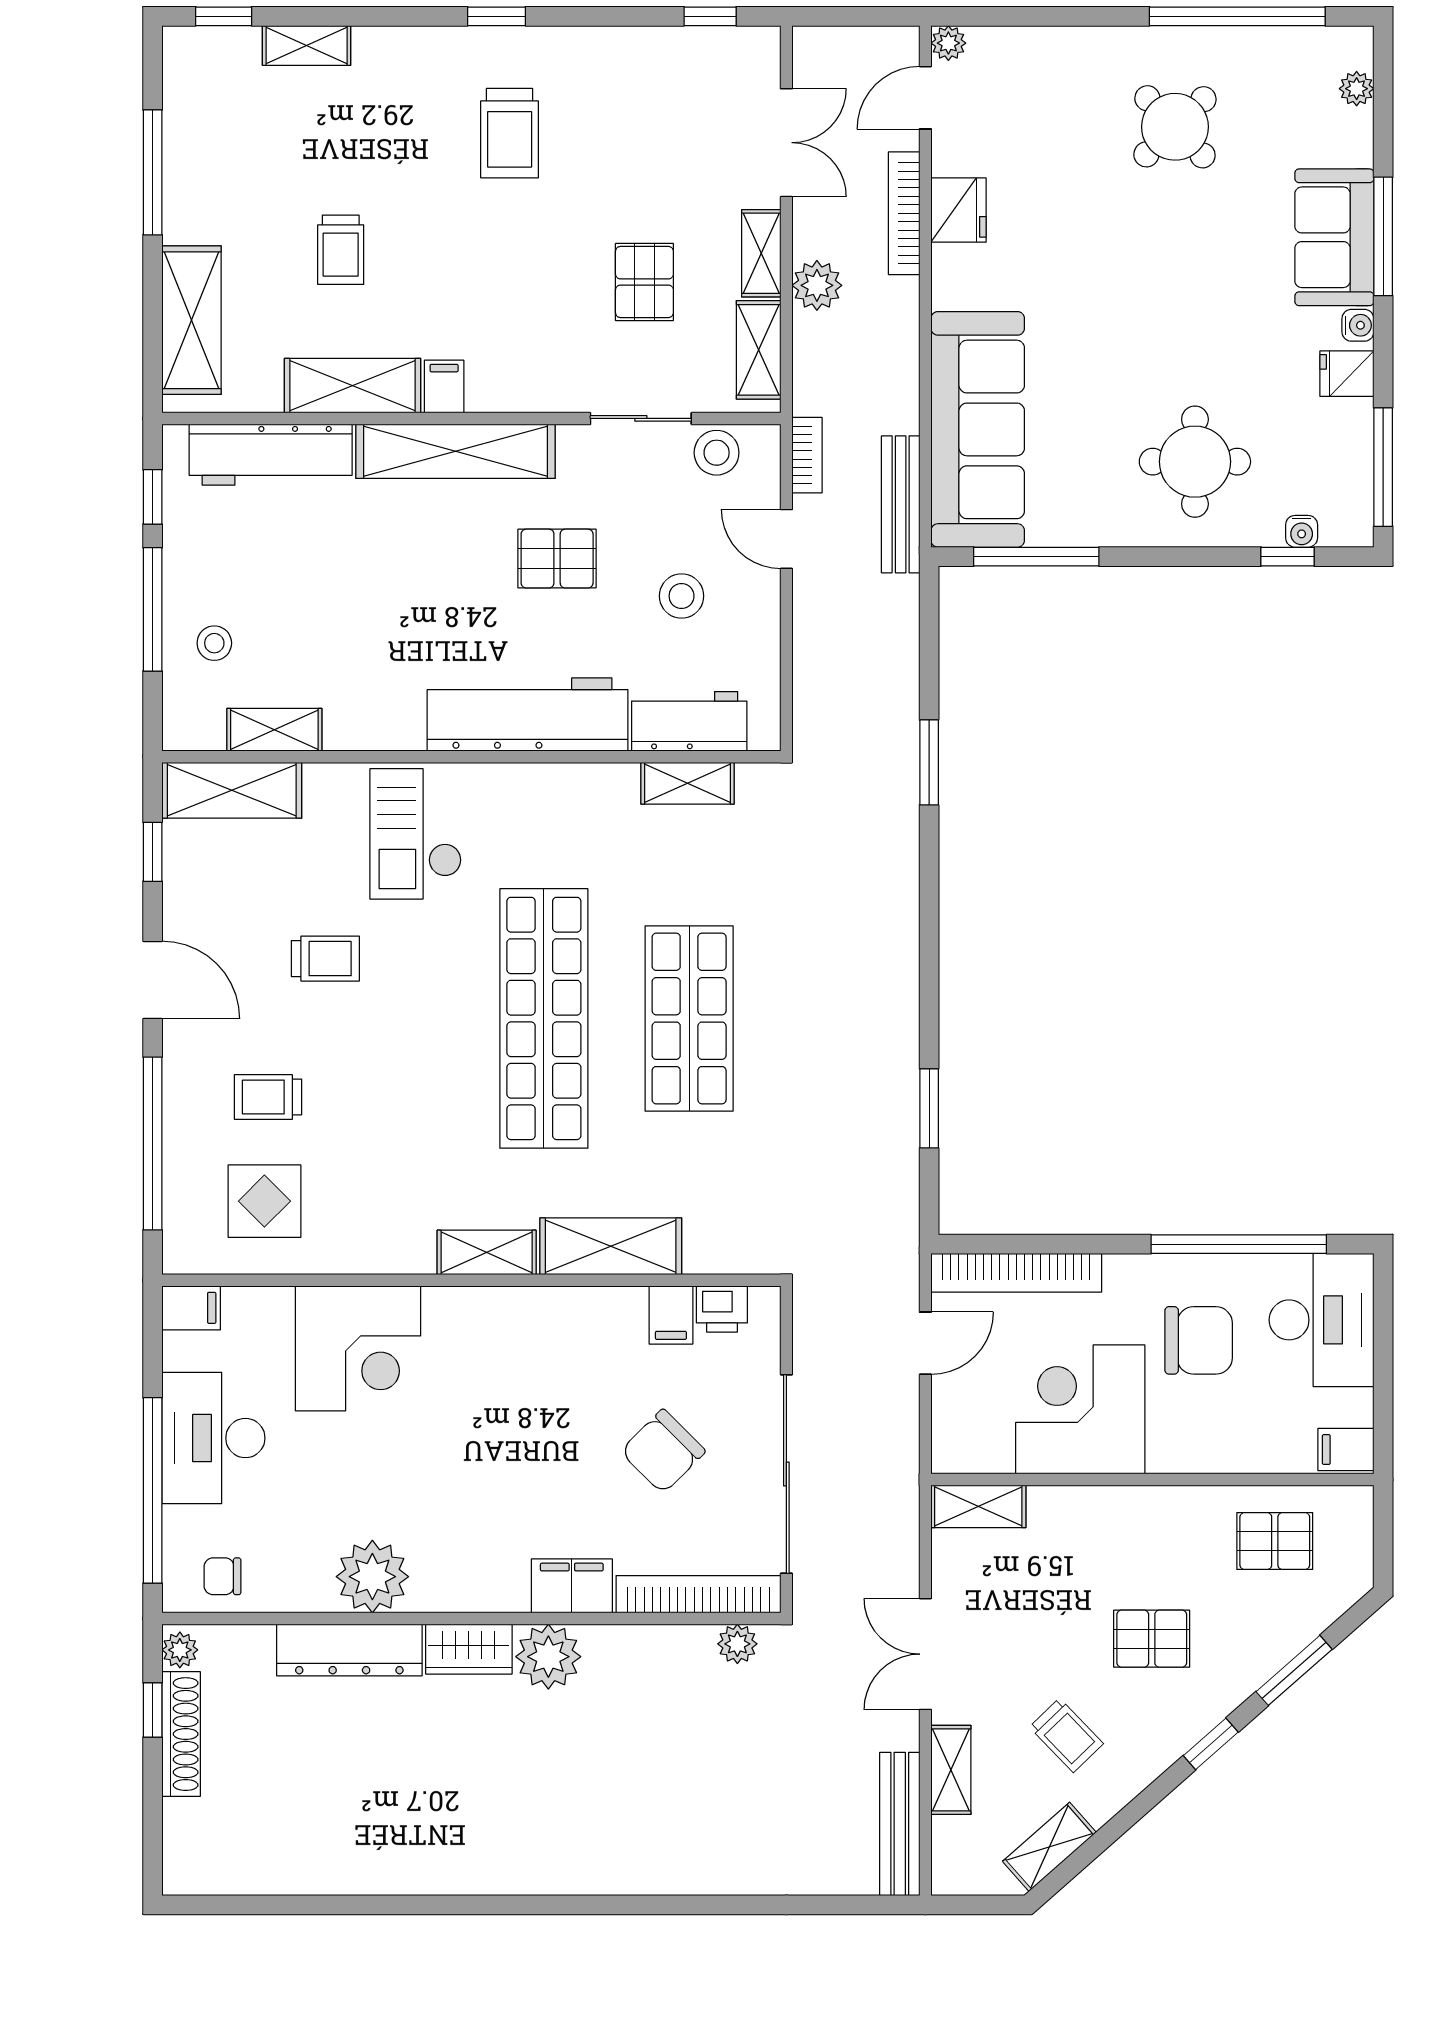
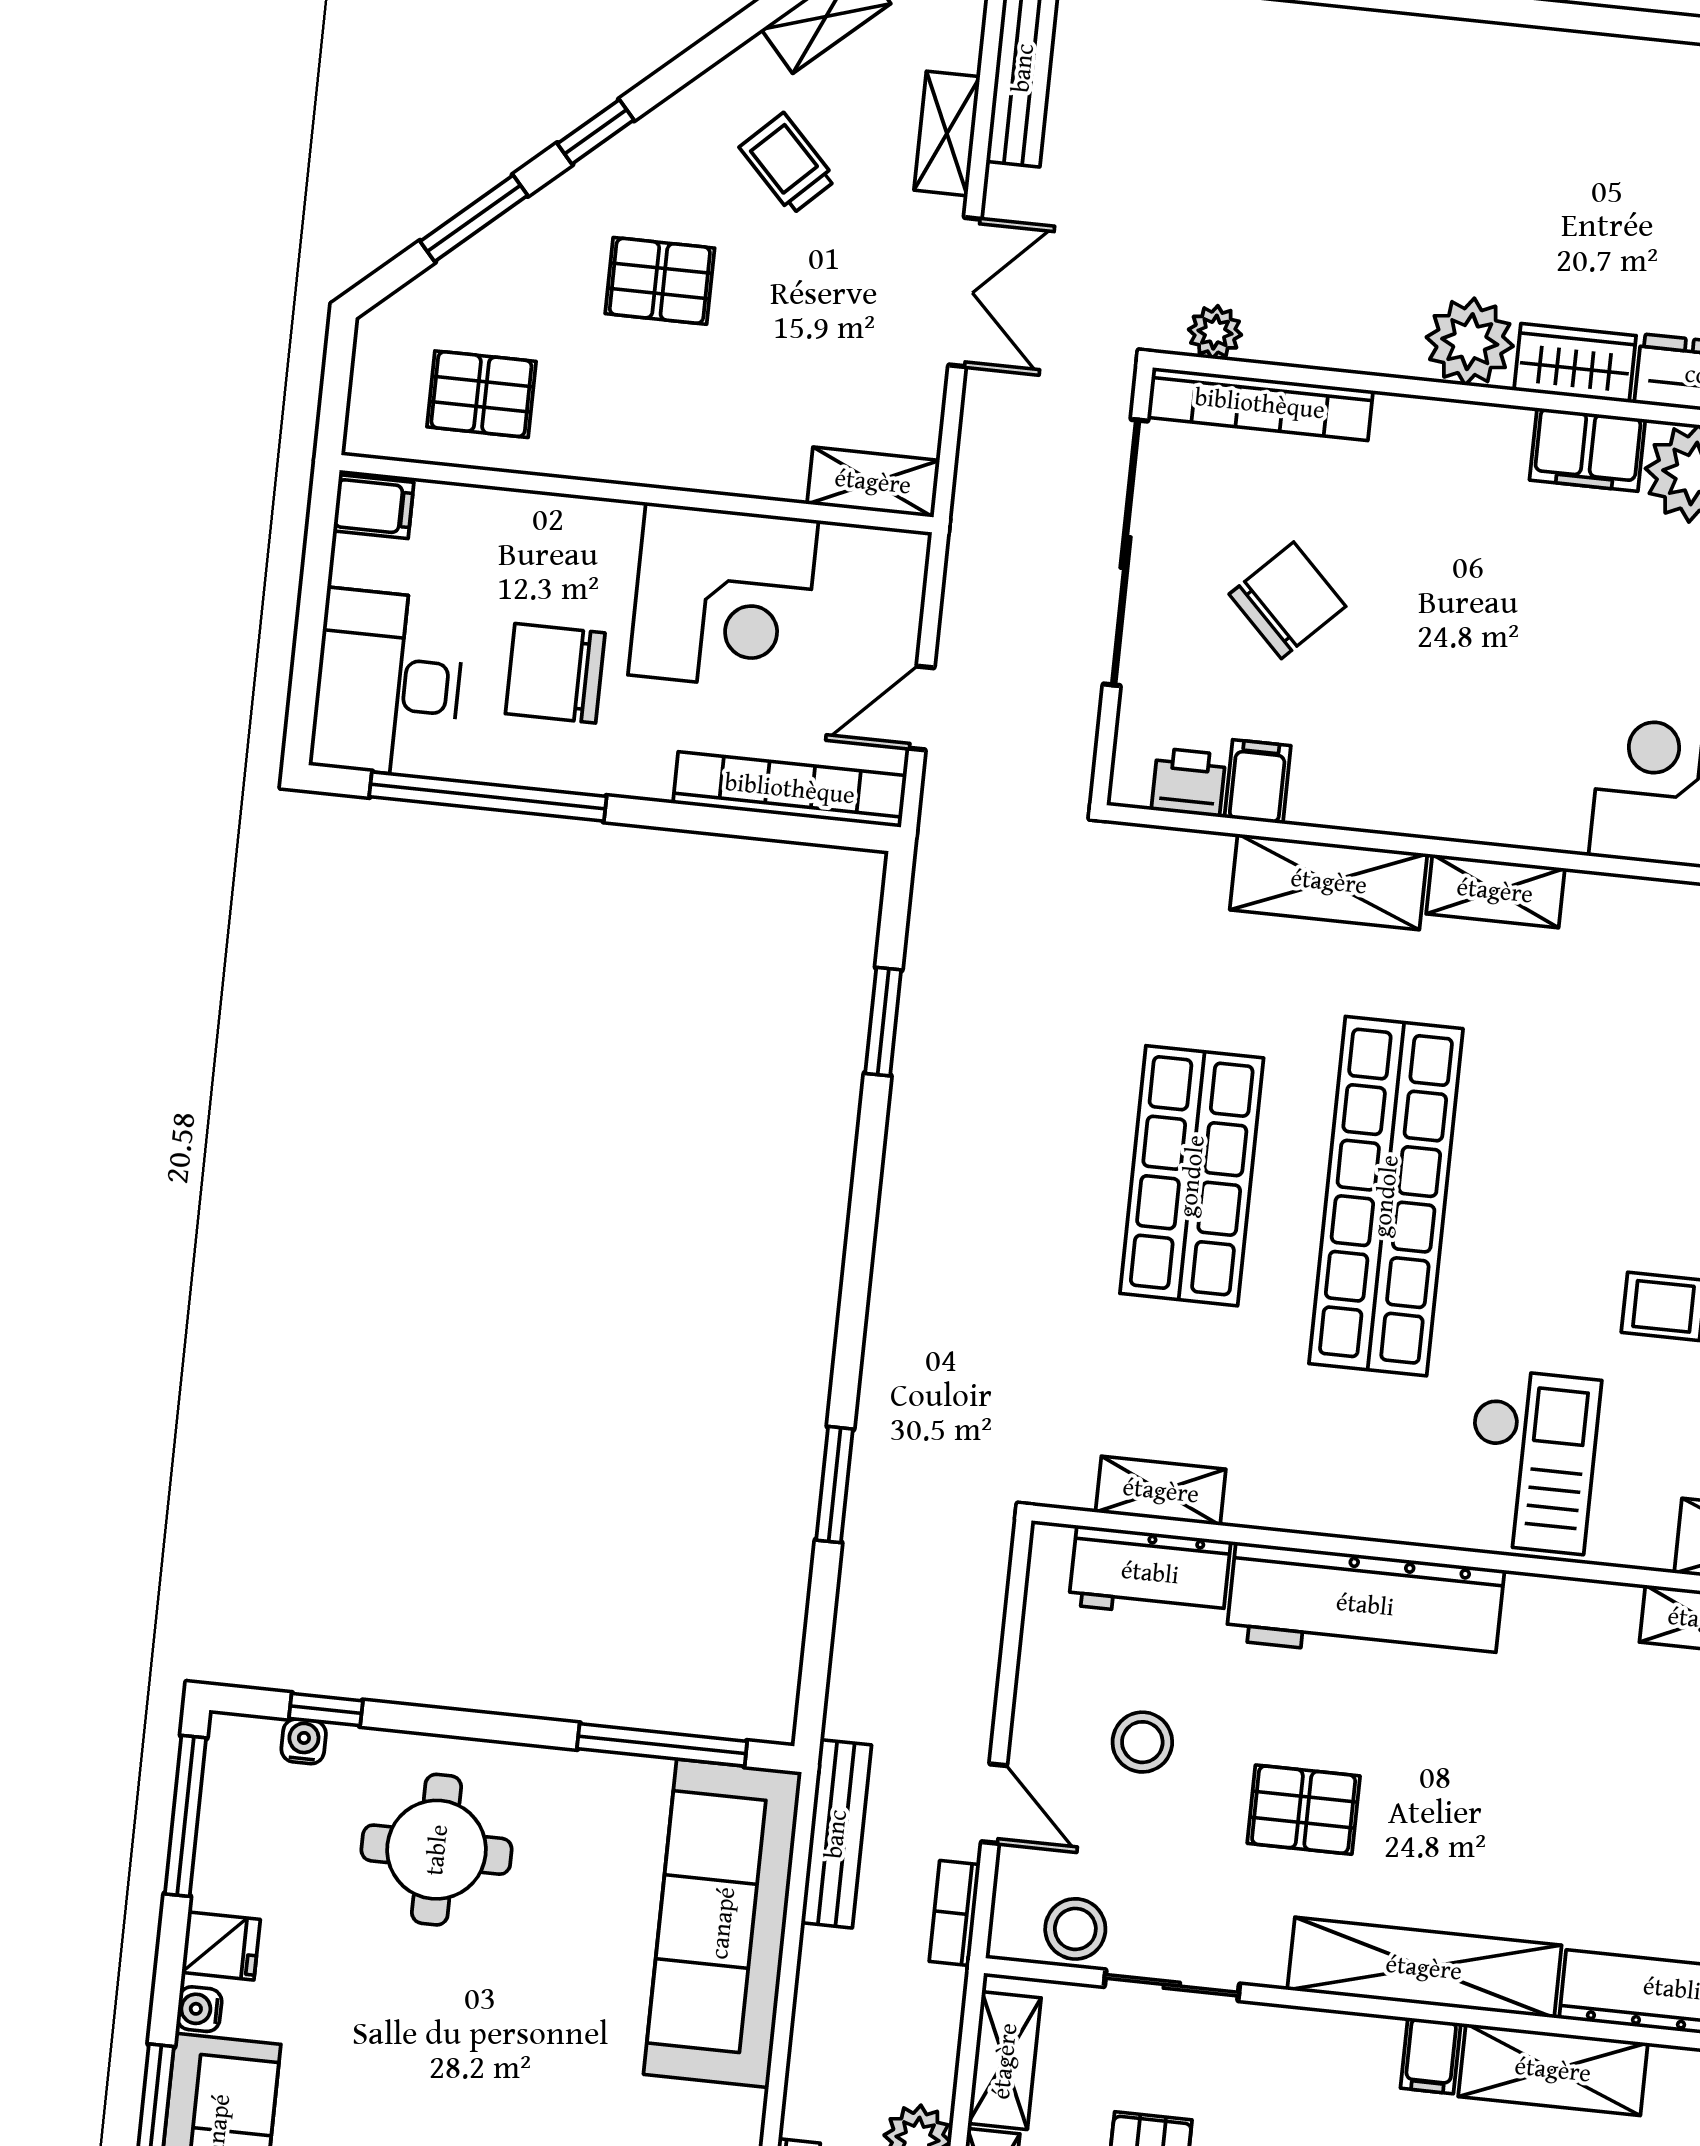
filing cabinet: (572, 1586) -> (1587, 450), moved

